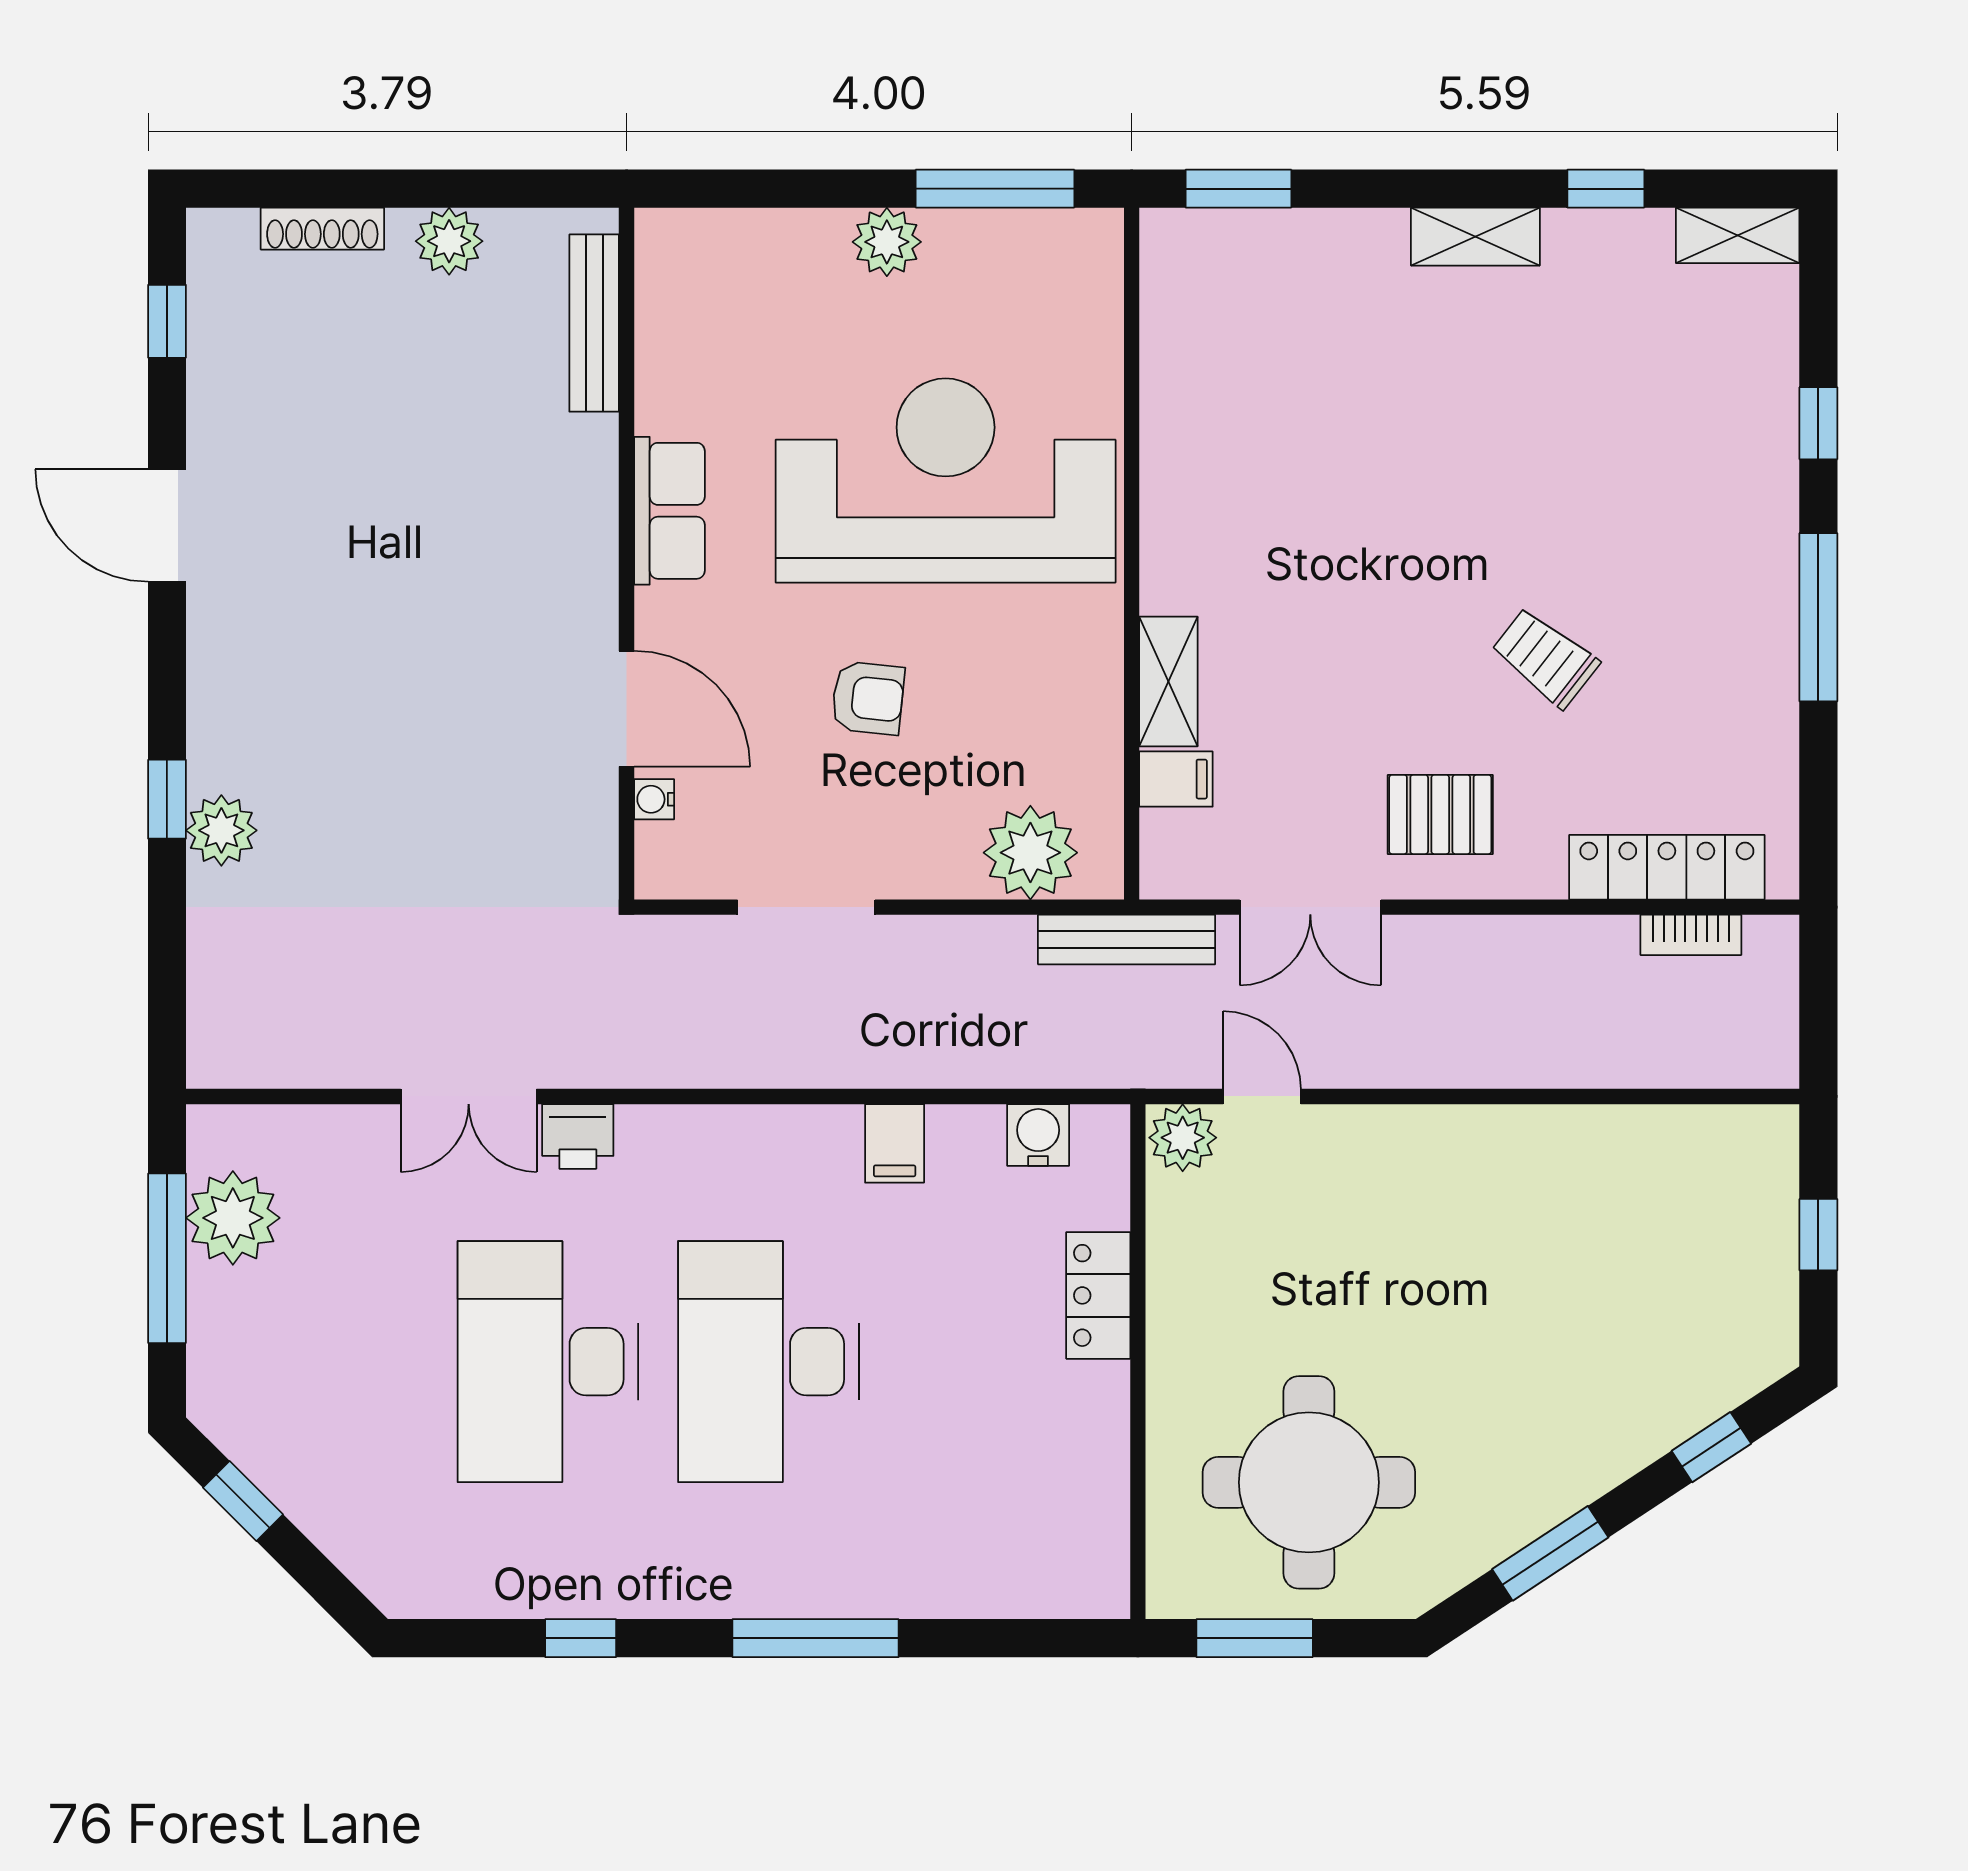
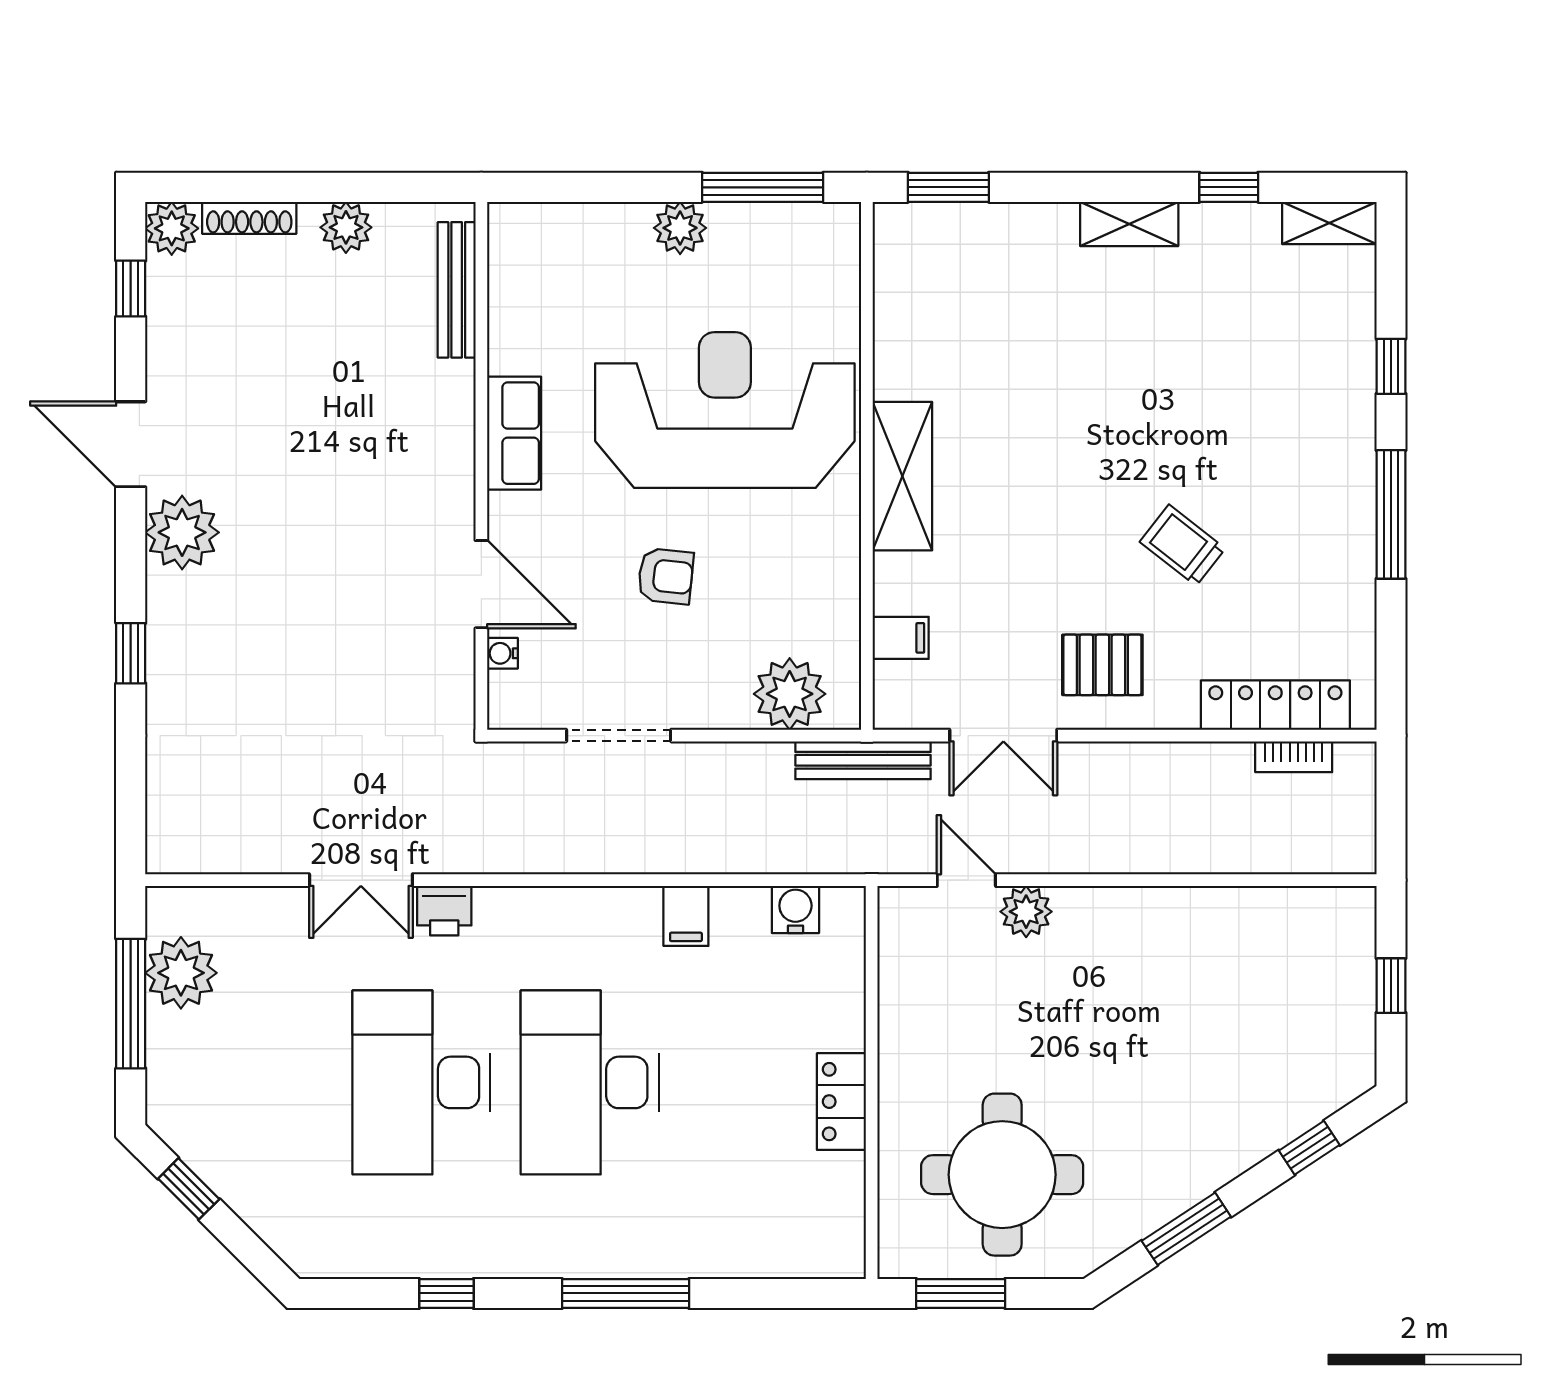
plant: (221, 242) -> (172, 228), added
shelving: (1168, 682) -> (902, 476), moved, width x1.50, depth x1.33
plant: (221, 830) -> (182, 532), moved, width x1.36, depth x1.36
plant: (1183, 1138) -> (1026, 912), moved
locker: (1098, 1295) -> (841, 1102), moved

